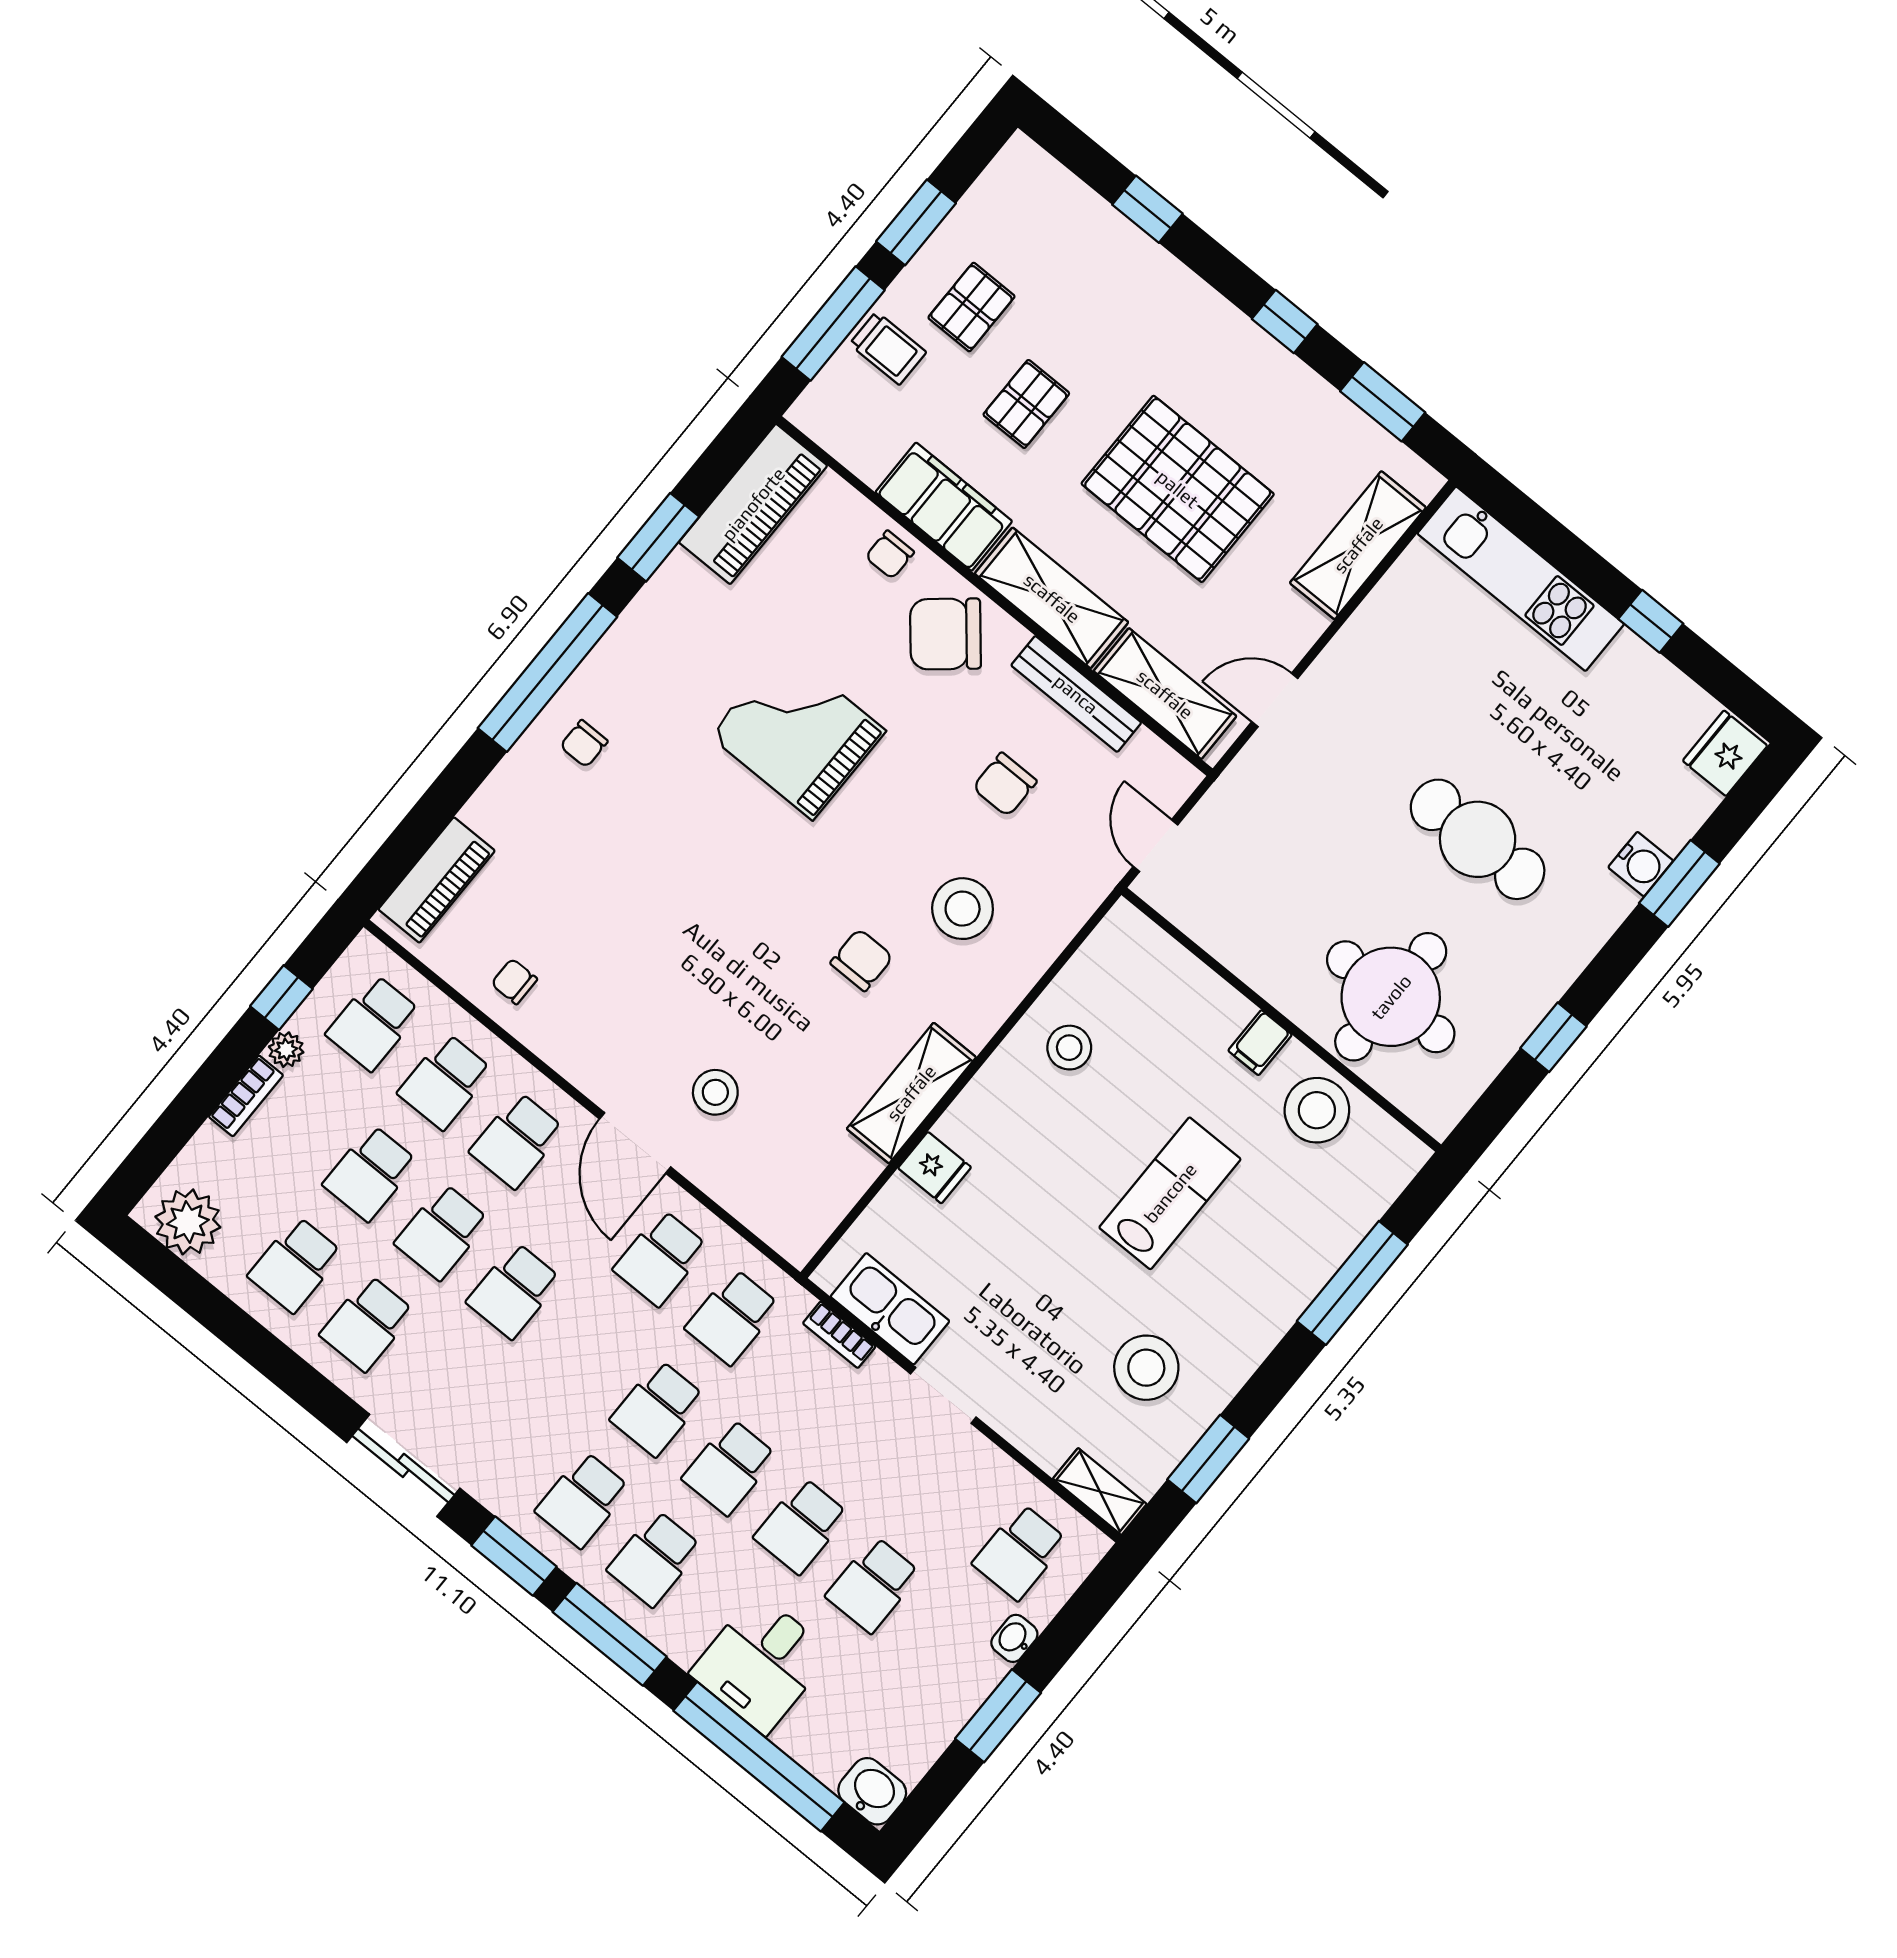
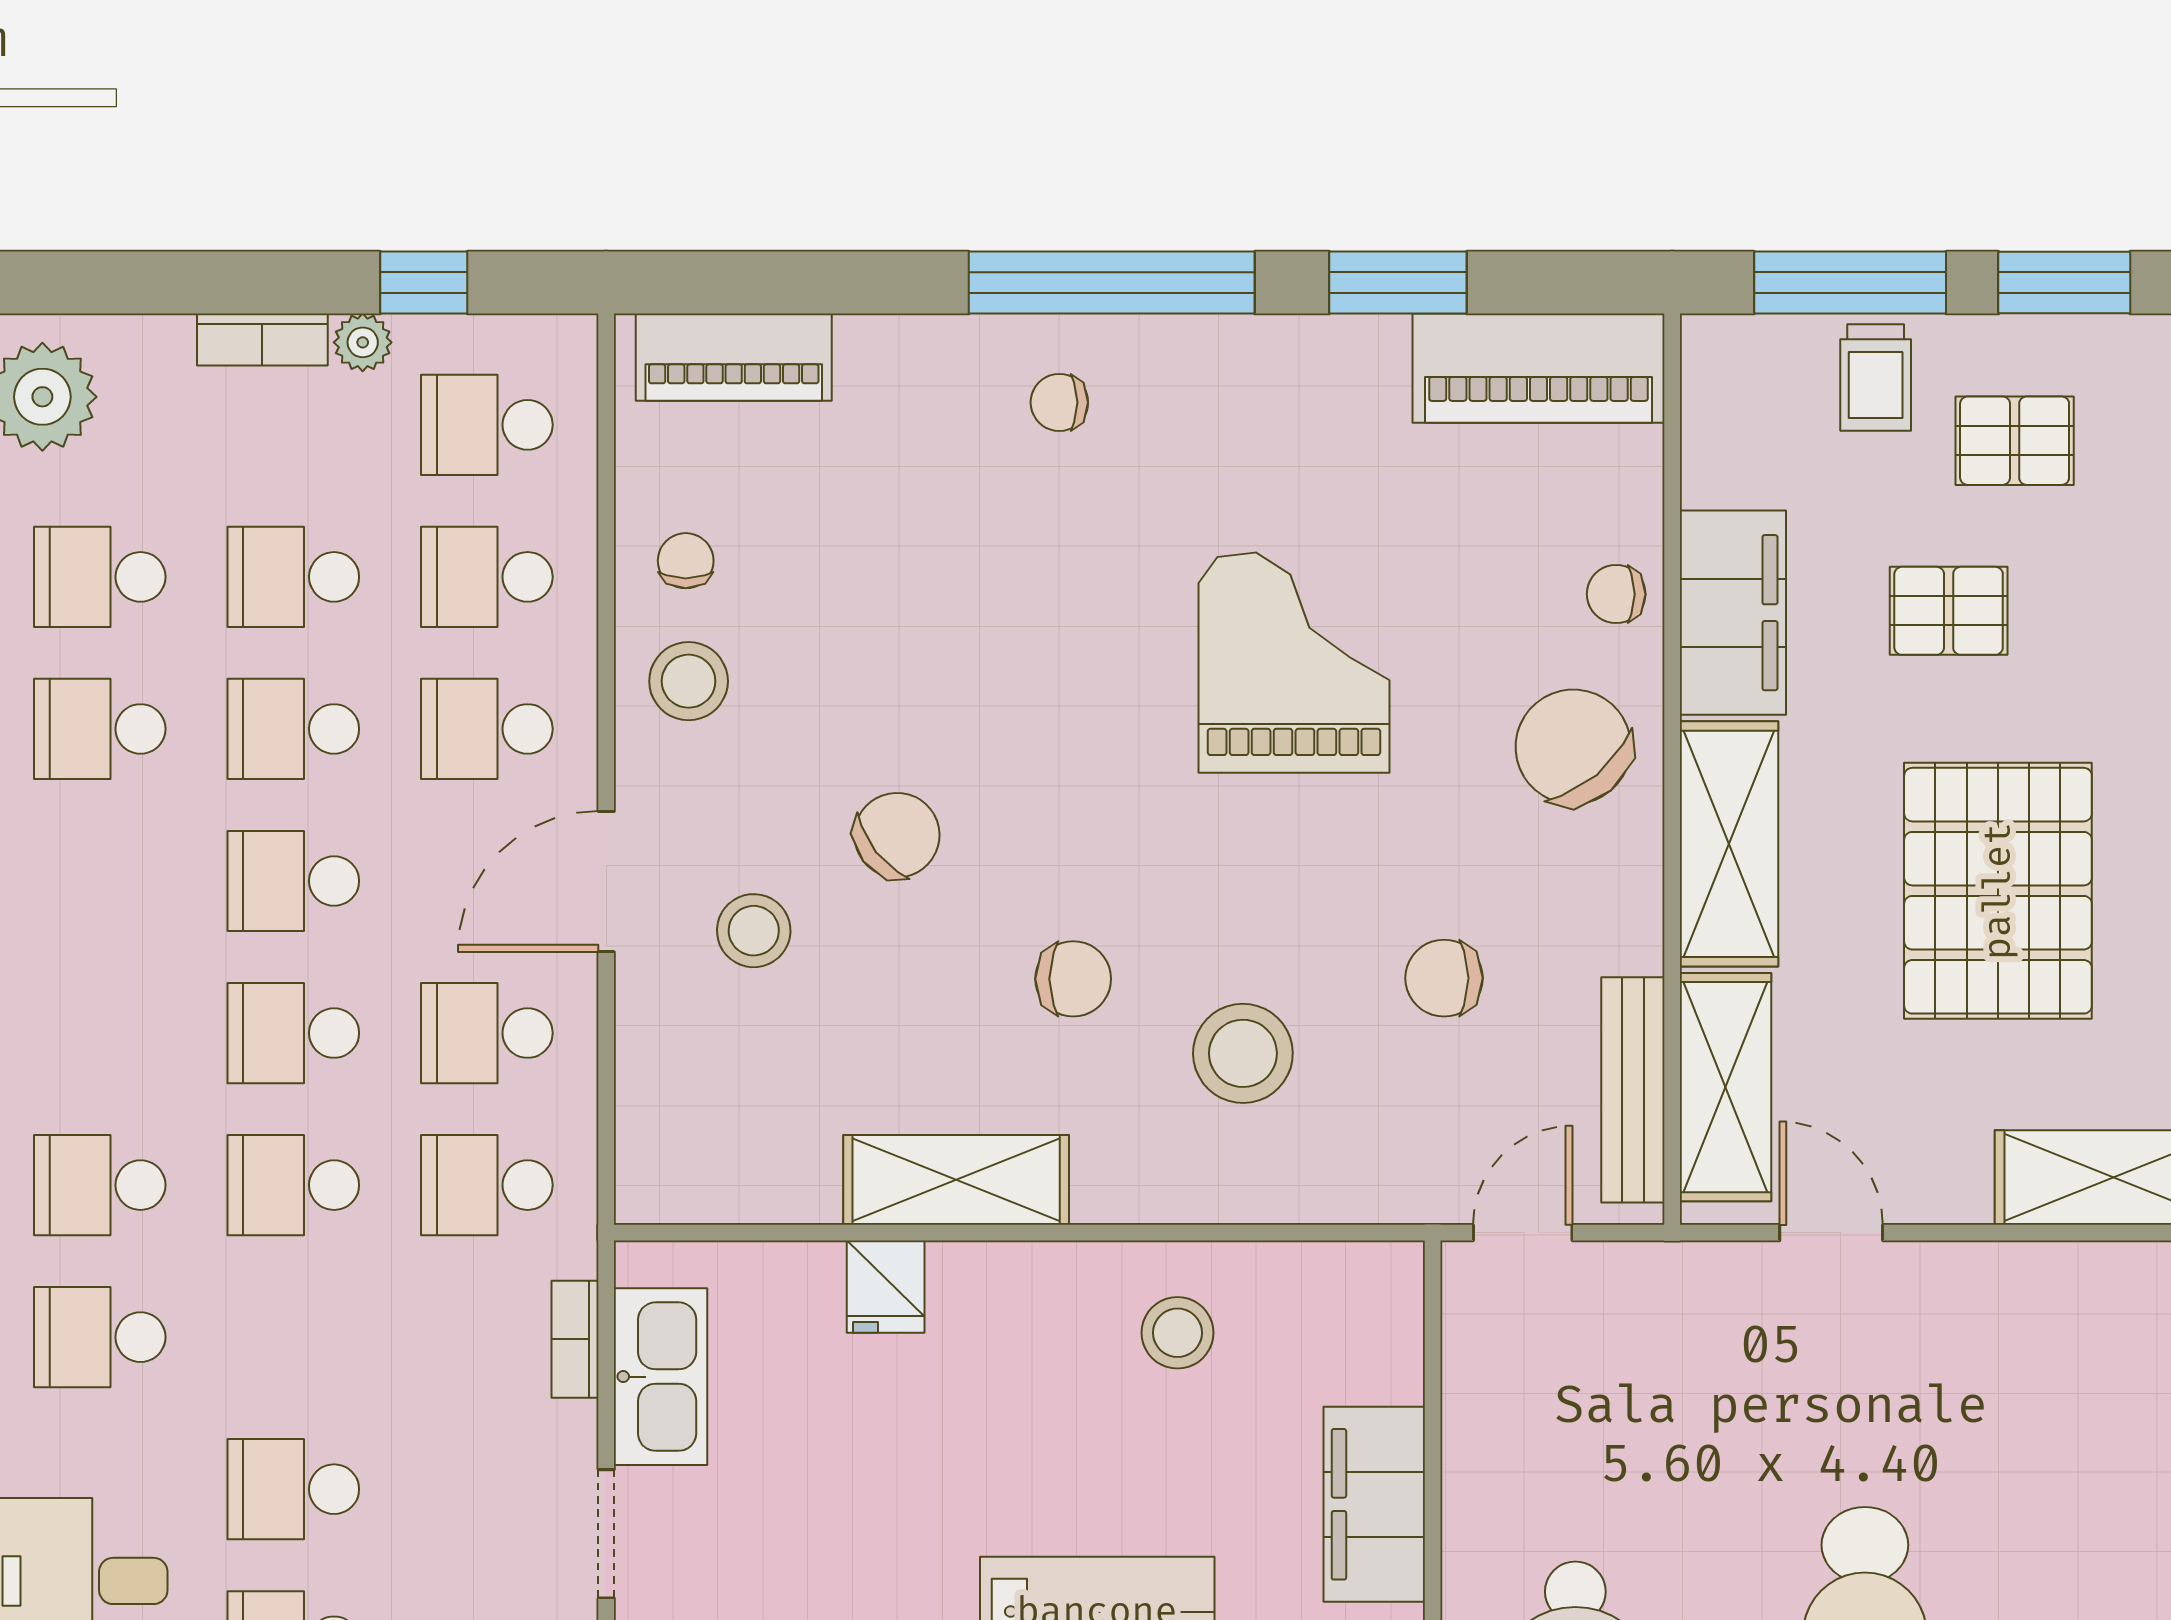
bench: (1076, 694) -> (1633, 1090), moved
chair: (726, 988) -> (897, 835), added
stool: (572, 1027) -> (689, 681), added
filing cabinet: (1260, 1043) -> (1374, 1504), width x3.00, depth x1.17
school desk: (729, 1467) -> (293, 1033), moved

